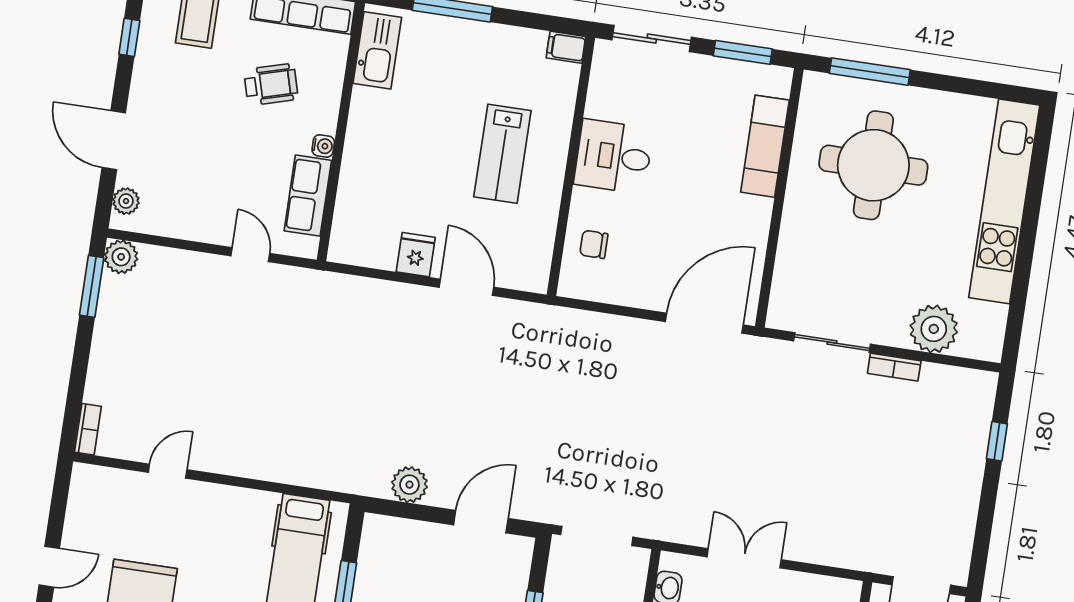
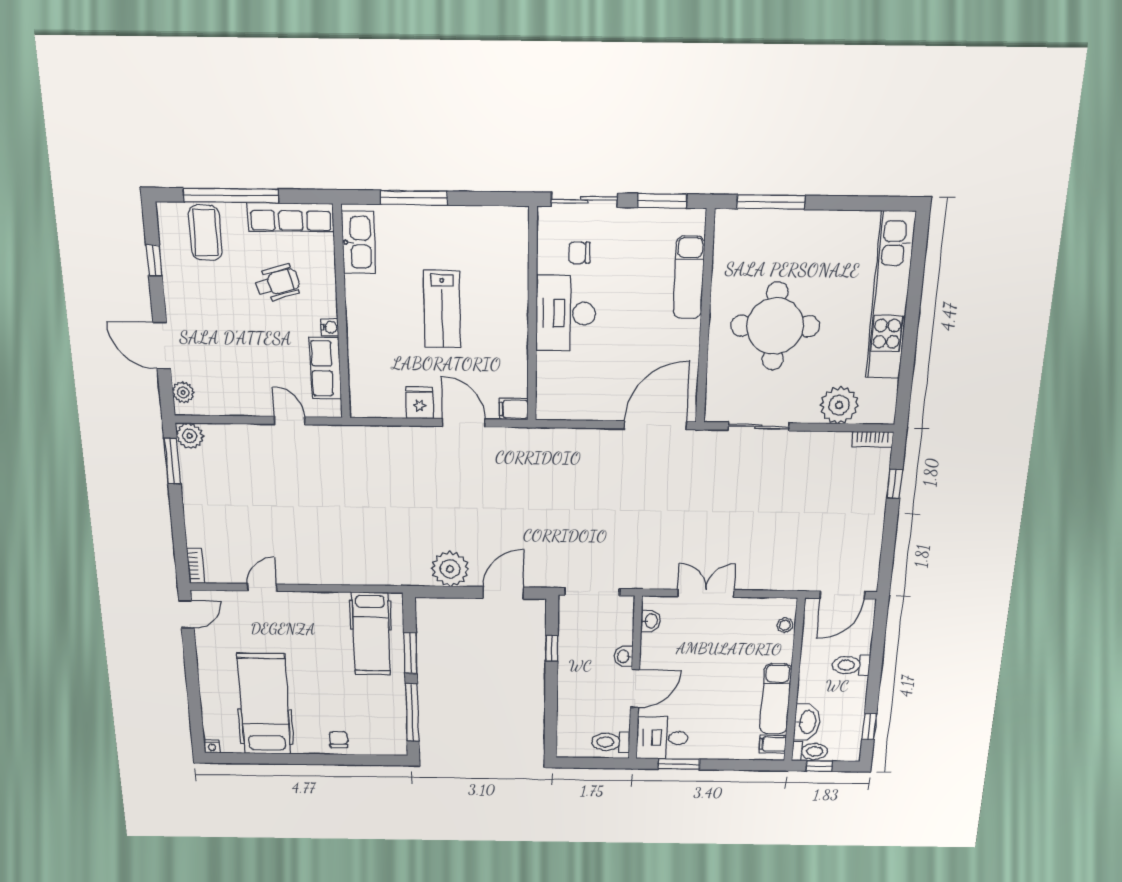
filing cabinet: (566, 47) -> (514, 409), moved
lab bench: (502, 154) -> (442, 309), moved
desk: (614, 157) -> (566, 313), width x1.37
round table: (873, 165) -> (775, 326), moved
chair: (594, 244) -> (579, 253), moved
bookcase: (894, 367) -> (873, 439), moved
plant: (409, 485) -> (450, 569), width x1.36, depth x1.36
door: (49, 567) -> (186, 614), moved

